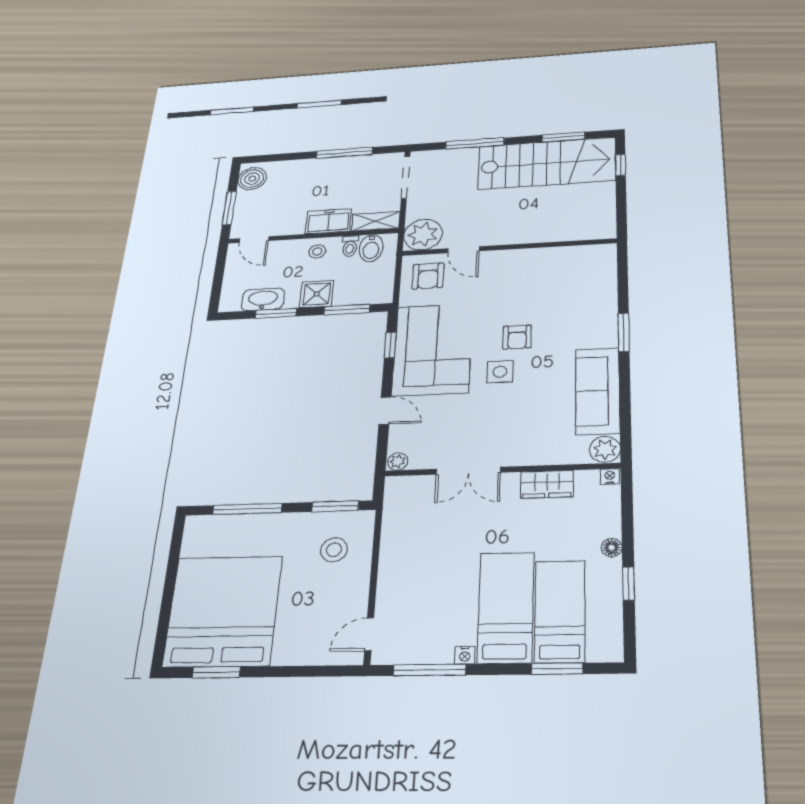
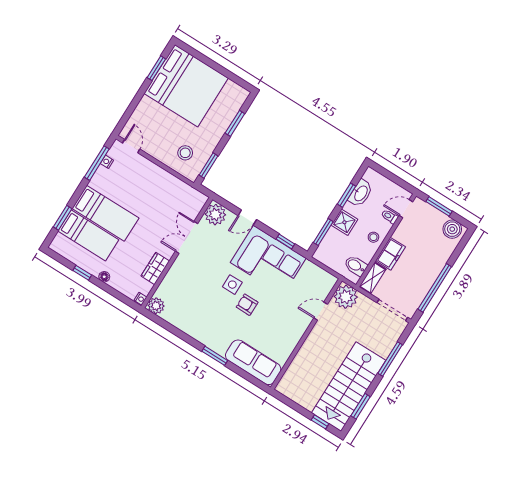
window: (344, 153) -> (435, 288), width x1.46
toilet: (350, 246) -> (390, 217), moved
armchair: (428, 276) -> (316, 284), removed
sofa: (598, 391) -> (253, 362), moved
plant: (398, 462) -> (215, 215), width x1.88, depth x1.88
window: (247, 509) -> (235, 123), width x0.69
nightstand: (465, 655) -> (107, 162), moved

